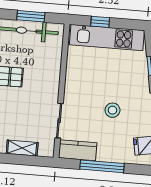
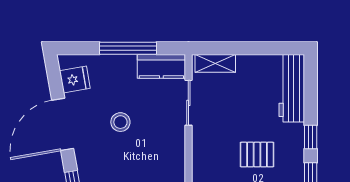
shelving: (22, 148) -> (215, 63), moved

